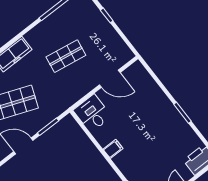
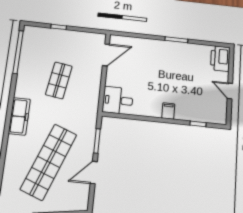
door: (110, 79) -> (106, 55), moved
filing cabinet: (113, 149) -> (168, 111), moved

